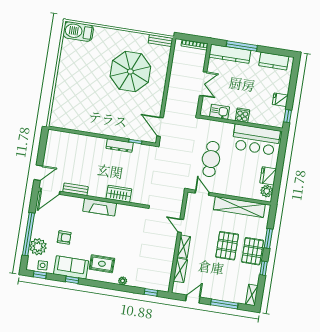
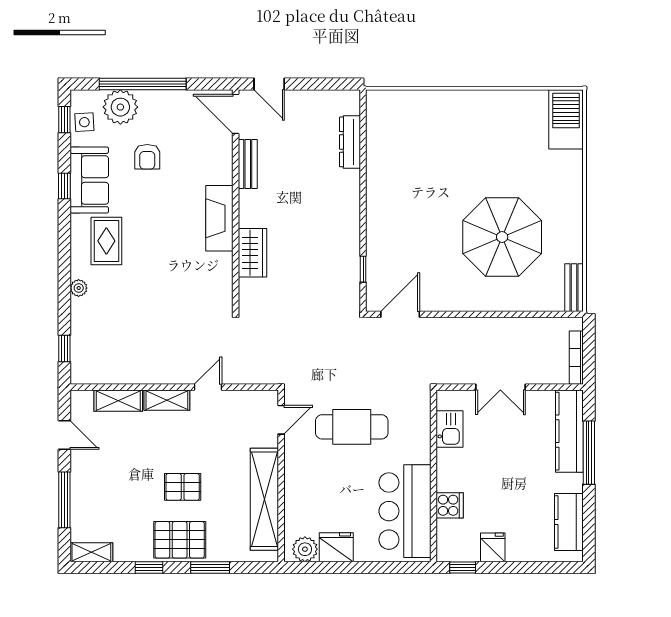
cooker: (242, 115) -> (450, 505), moved
dresser: (120, 145) -> (350, 142), moved
pallet: (227, 246) -> (183, 487), width x0.67, depth x0.71

